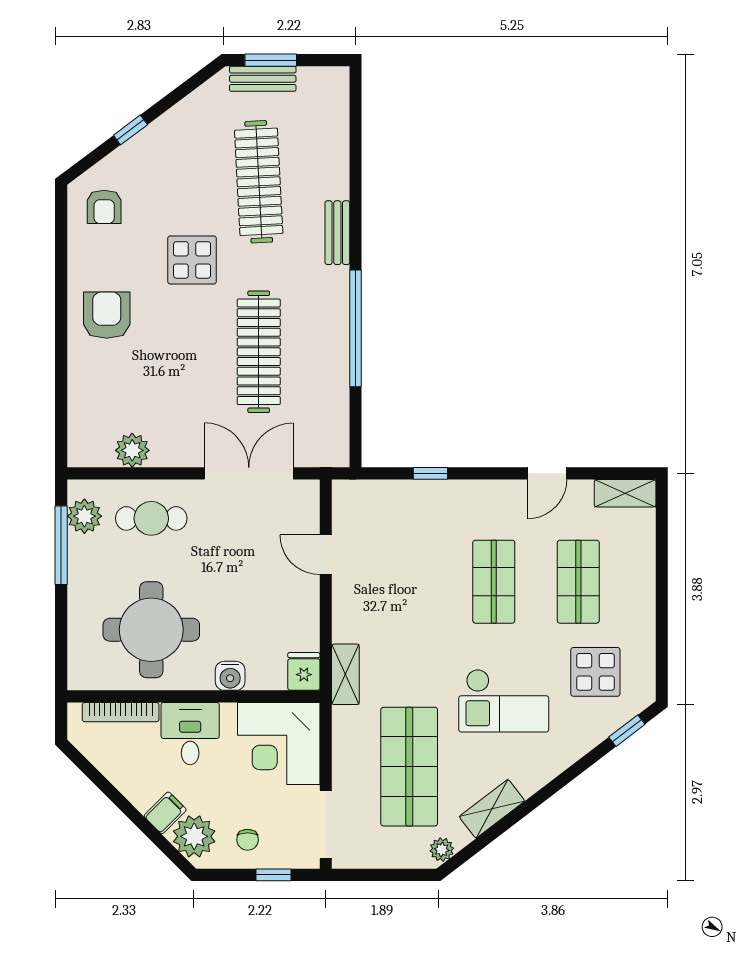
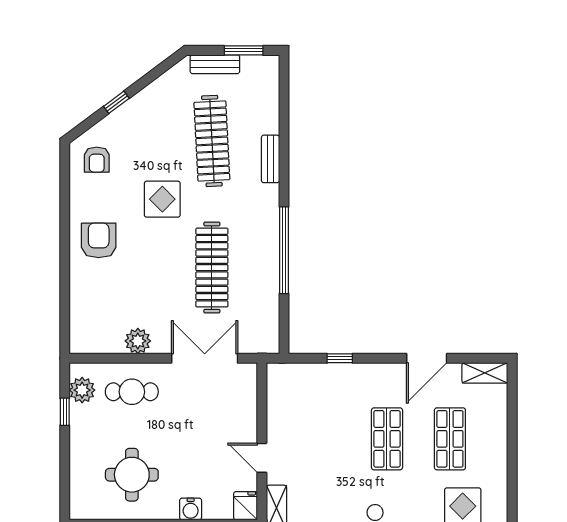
window: (271, 60) -> (244, 50), moved
bench: (337, 233) -> (270, 159), moved
plant: (132, 450) -> (138, 341), moved
door: (547, 473) -> (427, 358), width x1.38
window: (61, 545) -> (65, 412), width x0.46
door: (326, 555) -> (262, 458), moved
round table: (151, 630) -> (132, 475), width x0.73, depth x0.73

